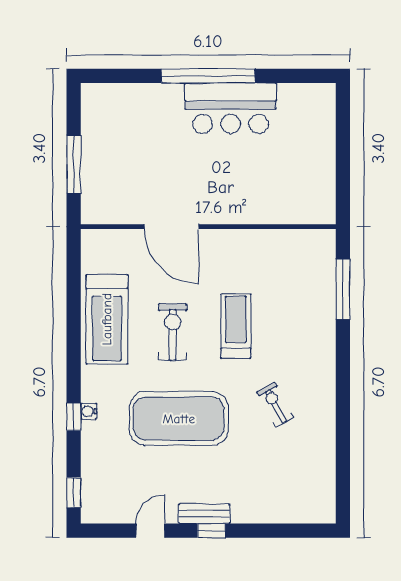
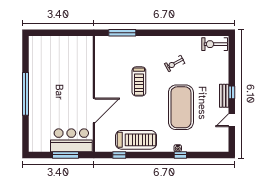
bar counter: (231, 108) -> (71, 140), moved, turned -90
treadmill: (236, 326) -> (139, 81), turned -90
exercise bike: (173, 332) -> (215, 44), moved
window: (74, 492) -> (119, 155), moved
door: (150, 531) -> (232, 120), hinge flipped

